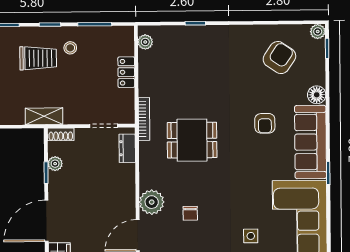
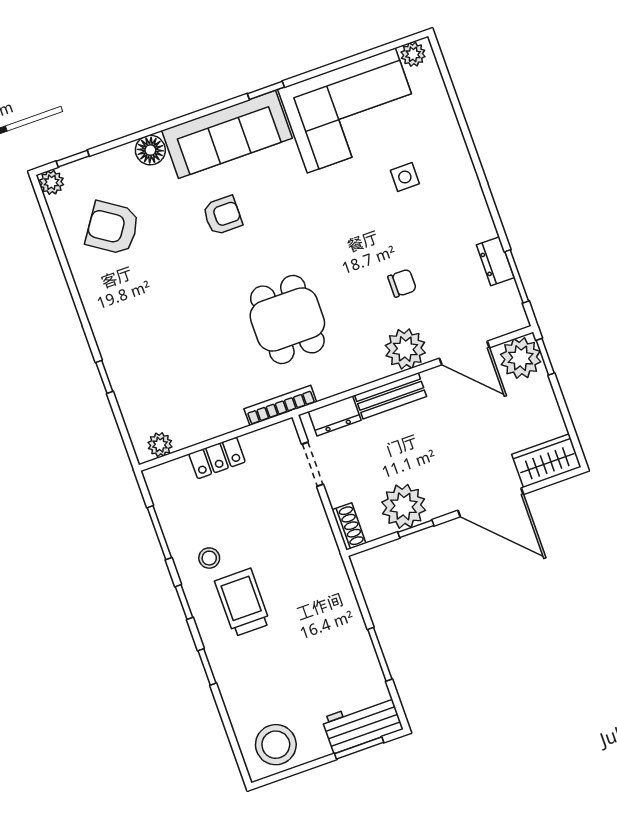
shelving: (44, 116) -> (330, 562), removed
plant: (55, 164) -> (404, 506), width x1.87, depth x1.87
bench: (128, 184) -> (391, 396), added

